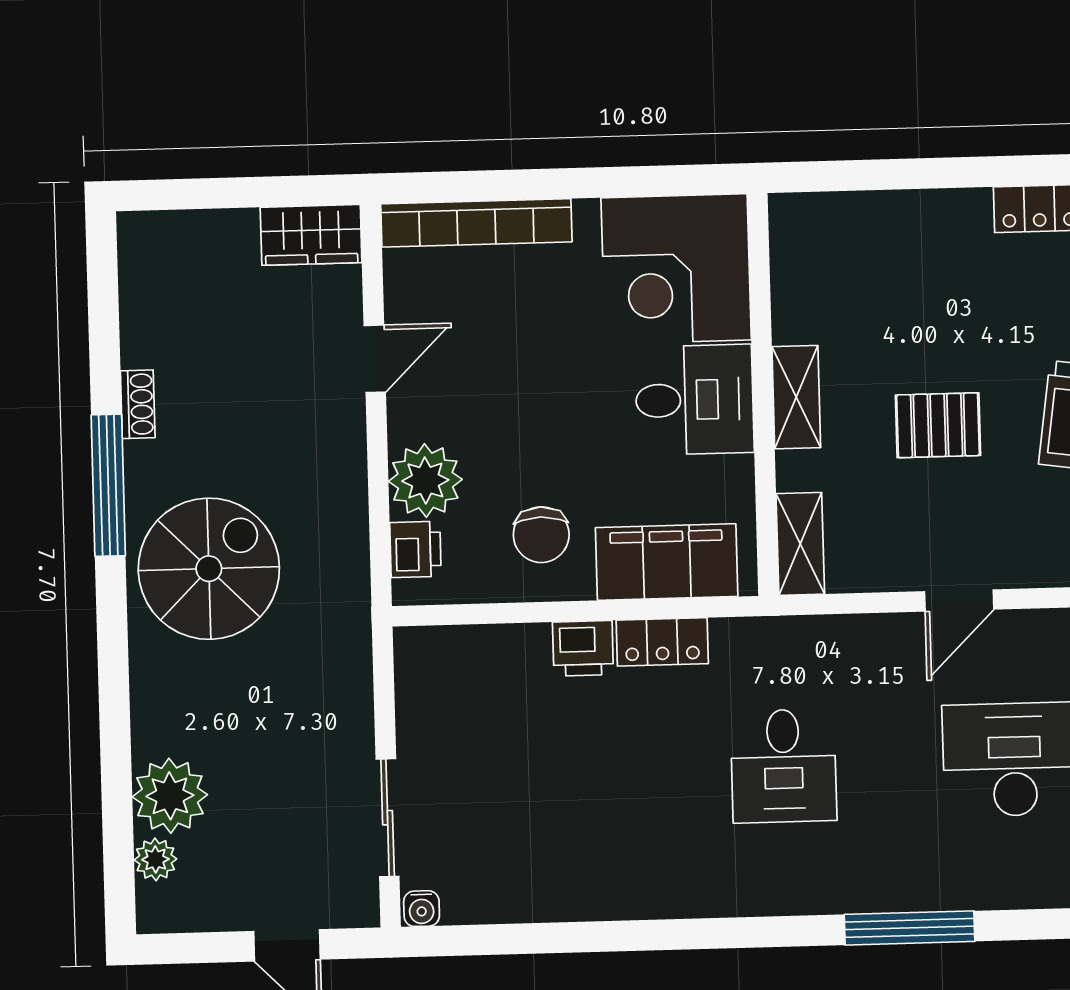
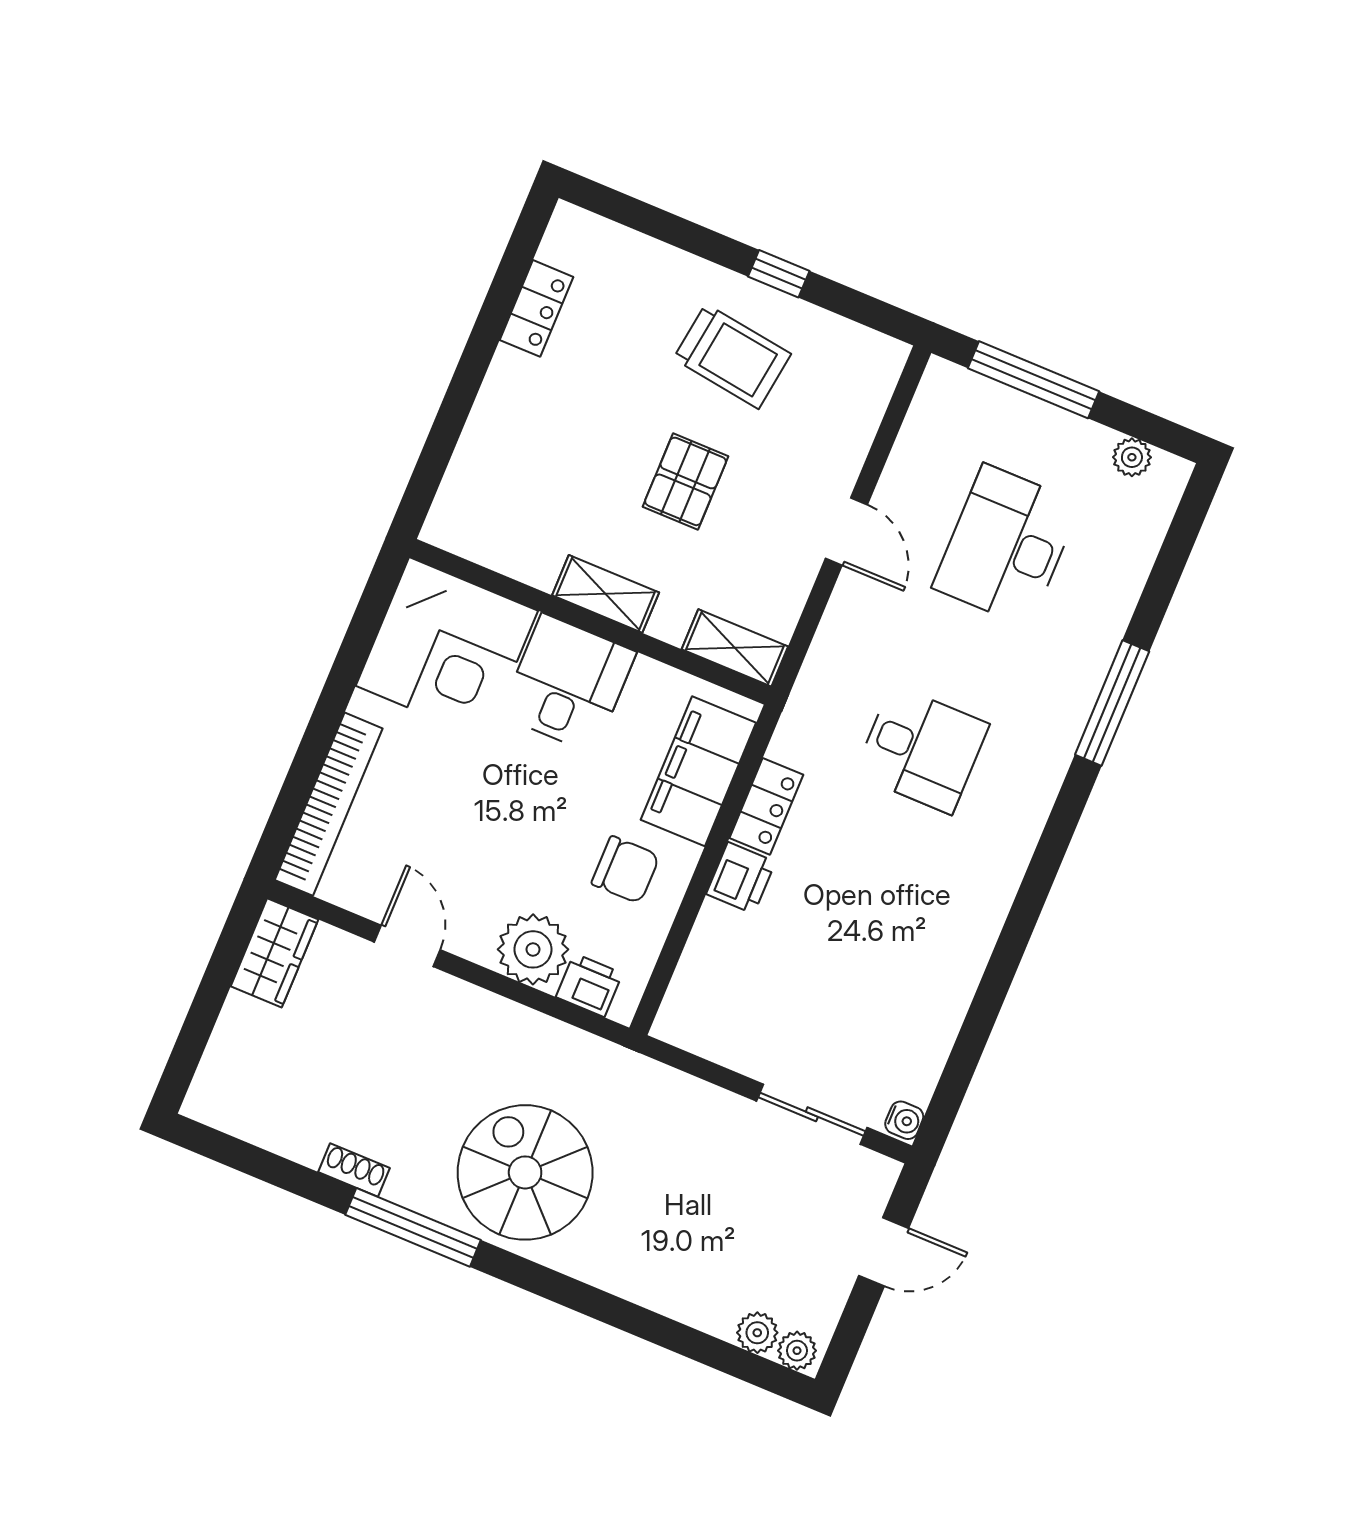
plant: (170, 796) -> (797, 1351), moved, width x0.53, depth x0.53

